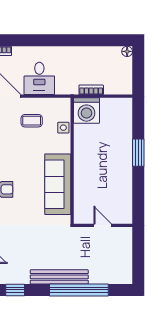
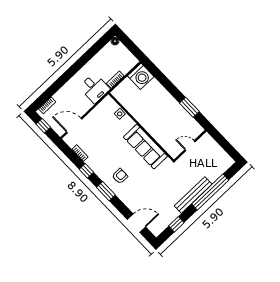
desk: (39, 78) -> (94, 88), moved
washing machine: (87, 110) -> (141, 76), moved
coffee table: (32, 121) -> (99, 126), removed
window: (138, 153) -> (189, 107), moved

